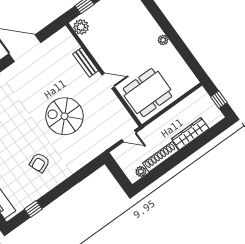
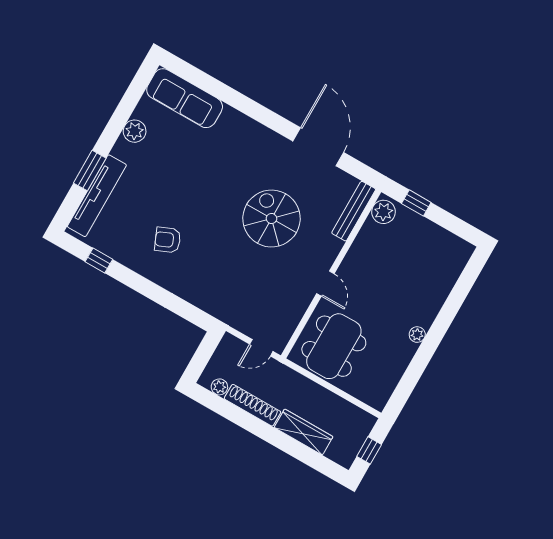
bench: (86, 62) -> (354, 211), moved, width x1.36
dining table: (147, 93) -> (334, 346), turned 90
spiral stairs: (65, 116) -> (271, 219), moved
door: (129, 136) -> (261, 348), hinge flipped

